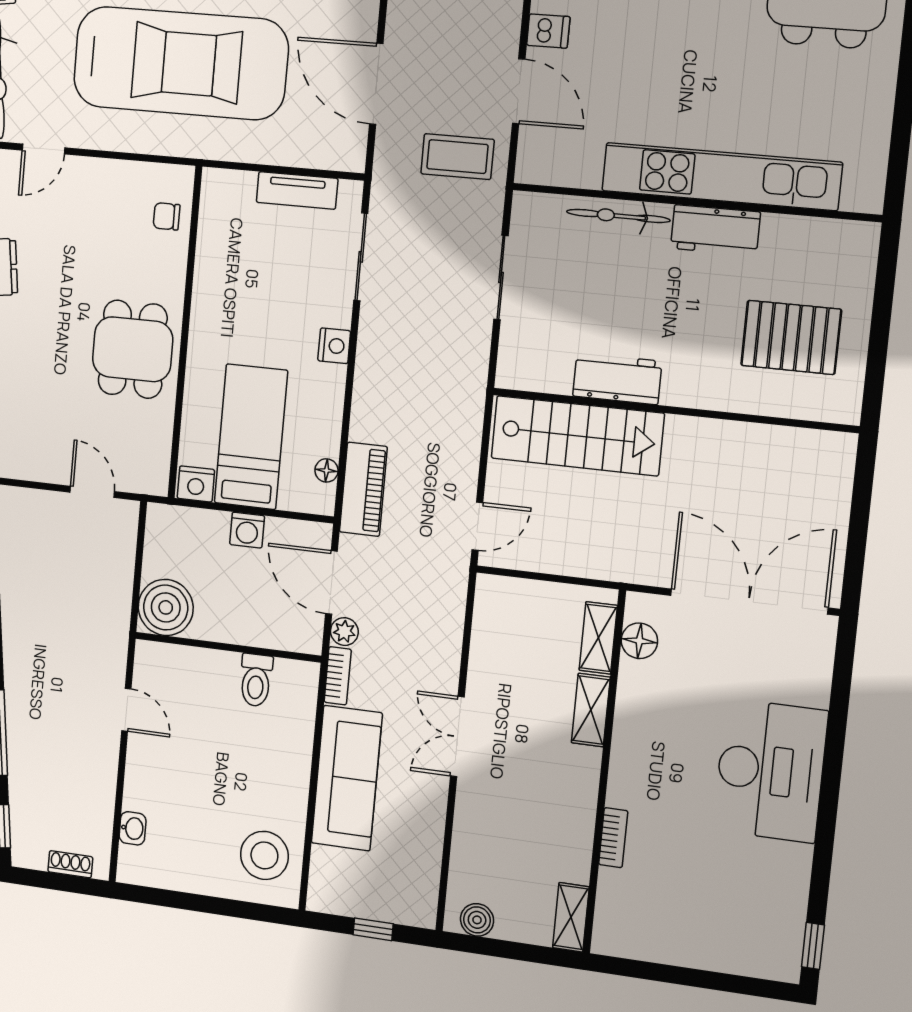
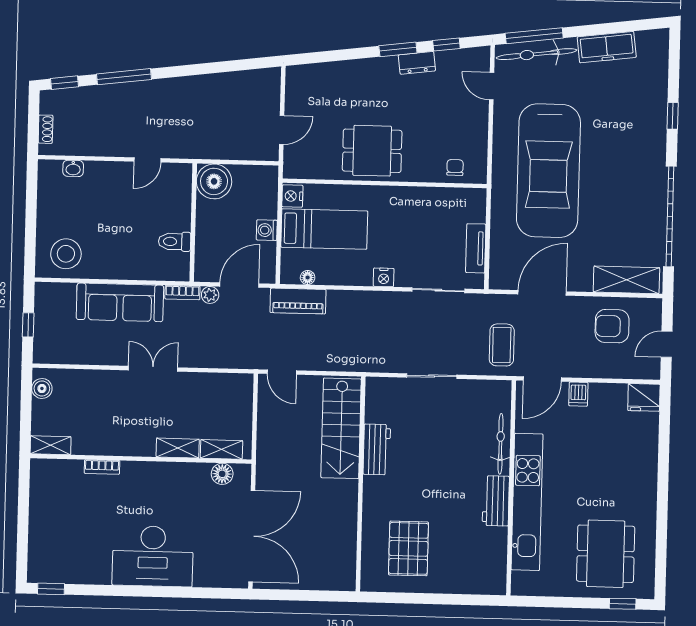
kitchen unit: (721, 177) -> (527, 502), moved
wall: (695, 202) -> (511, 488), moved
bicycle: (618, 216) -> (500, 444), moved
workbench: (715, 230) -> (496, 501), moved

